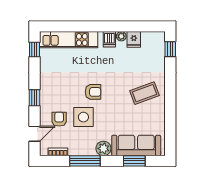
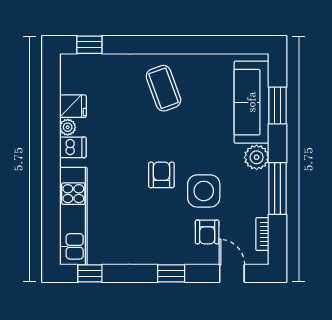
armchair: (59, 119) -> (207, 232), turned -90

